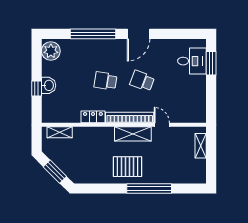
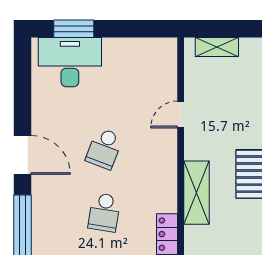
desk: (192, 61) -> (70, 62), width x1.37
bookcase: (130, 118) -> (168, 170), removed
shelving: (133, 134) -> (197, 193), moved

